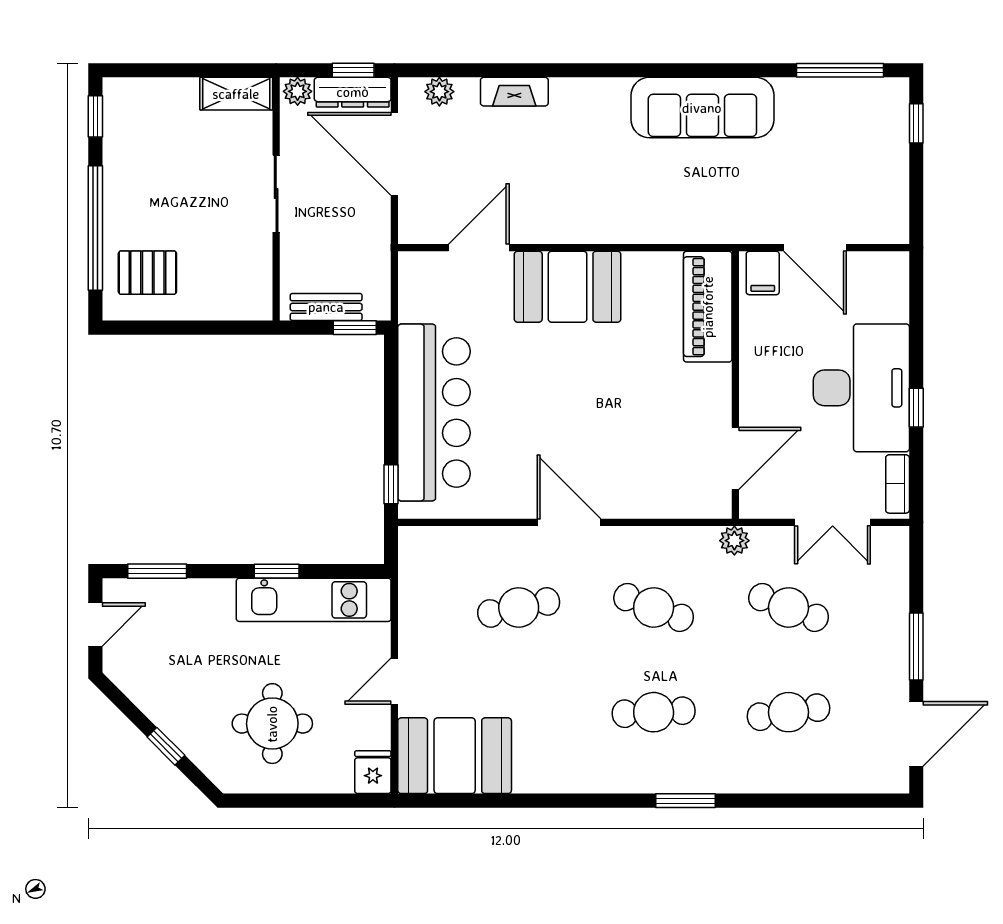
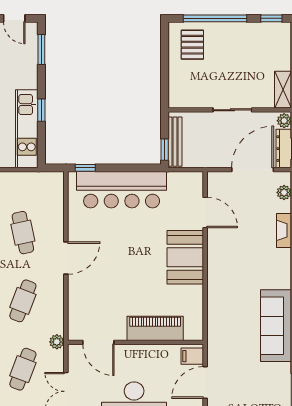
bench: (326, 307) -> (175, 142), width x1.36
piano: (708, 307) -> (155, 328), moved

